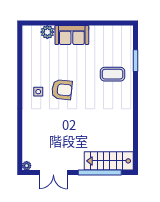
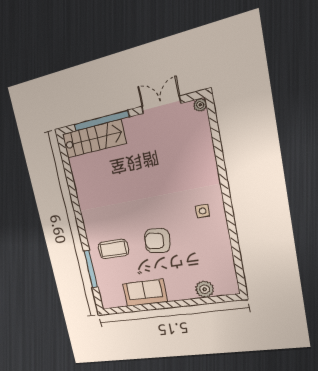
sofa: (72, 35) -> (145, 293), moved
window: (135, 61) -> (91, 269), width x1.44
armchair: (62, 90) -> (157, 241), moved

